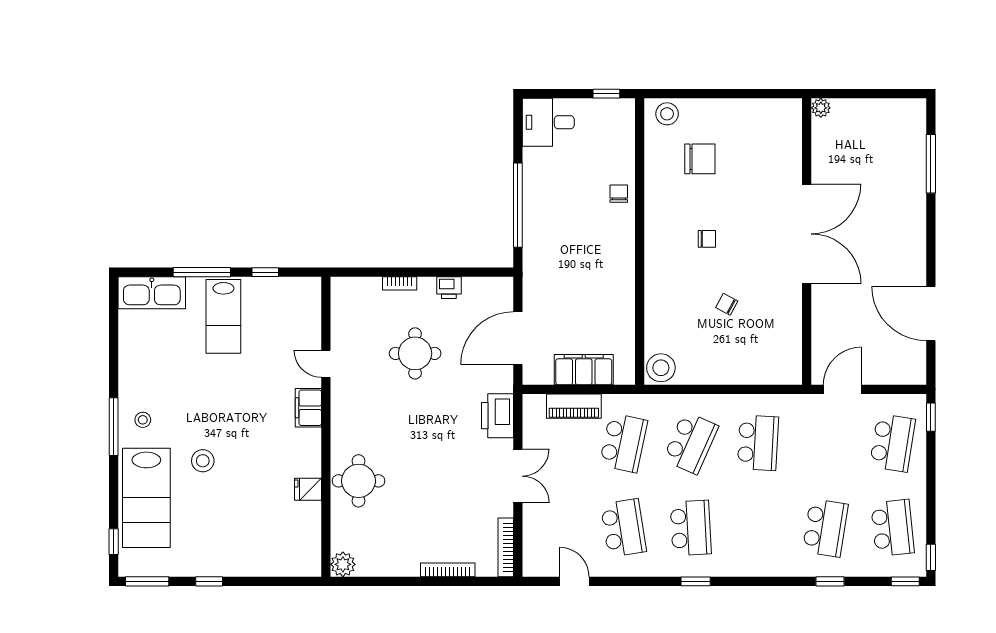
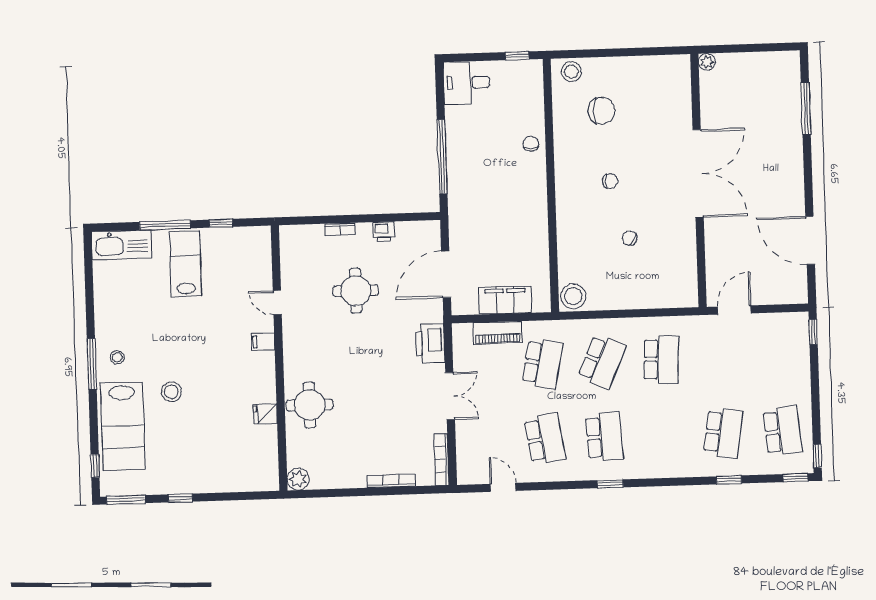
lab bench: (223, 316) -> (185, 264), turned 180
filing cabinet: (308, 408) -> (263, 342), width x0.50
school desk: (893, 443) -> (780, 356), removed

